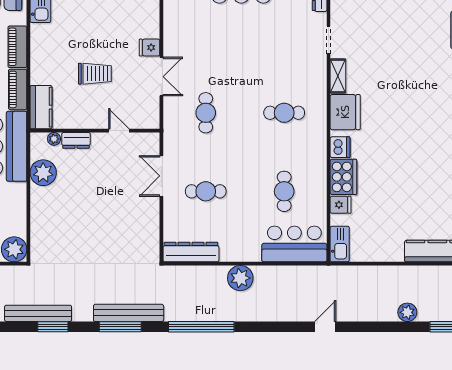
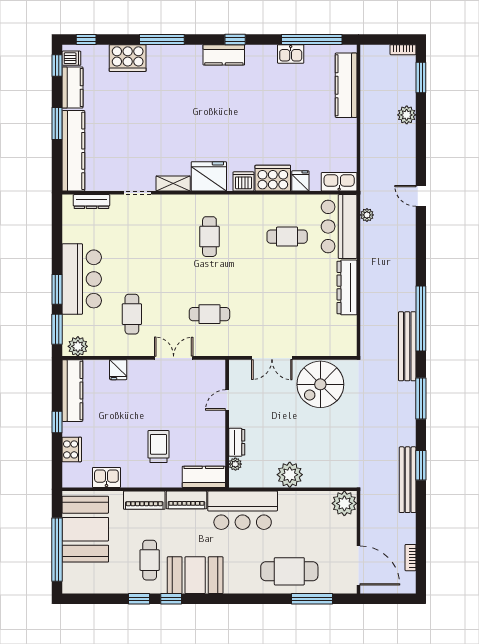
fridge: (150, 48) -> (118, 370), moved
trolley: (95, 74) -> (158, 447), moved
plant: (43, 173) -> (290, 475), moved
cafe table: (206, 191) -> (132, 314), moved
spiral stairs: (135, 225) -> (320, 384), added
dresser: (191, 252) -> (347, 287), moved
plant: (240, 278) -> (367, 215), moved, width x0.53, depth x0.53
bench: (129, 313) -> (407, 346), moved

